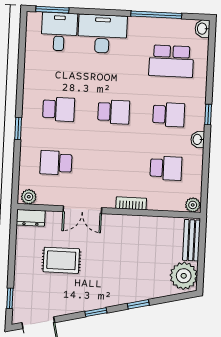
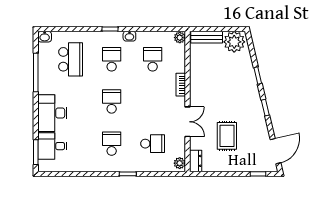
school desk: (56, 163) -> (153, 144), turned -90

